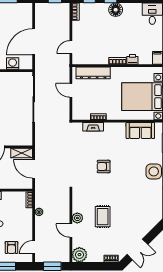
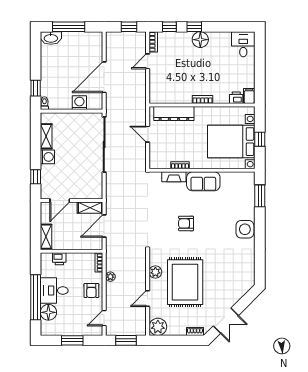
door: (71, 47) -> (148, 61), moved
printer: (132, 59) -> (236, 98), moved
sofa: (140, 131) -> (203, 181), moved
door: (34, 169) -> (104, 226), hinge flipped
rug: (103, 217) -> (185, 282), width x1.86, depth x2.06
plant: (77, 218) -> (155, 272), moved
door: (71, 231) -> (148, 299), hinge flipped
armchair: (11, 247) -> (91, 290), moved

